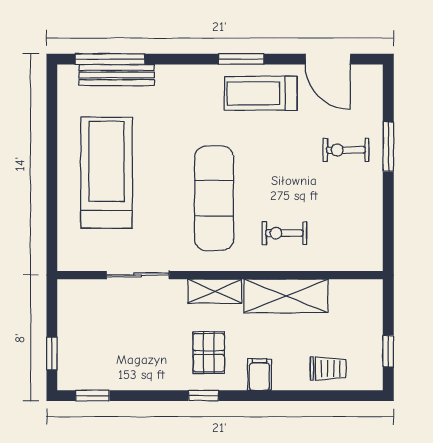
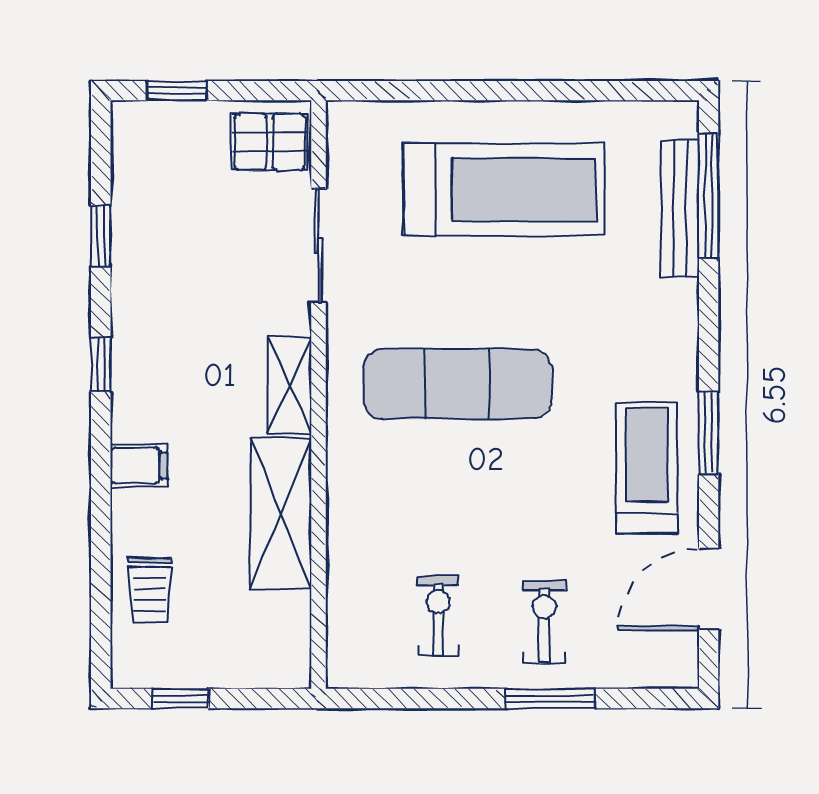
exercise bike: (284, 233) -> (438, 616), moved
pallet: (209, 353) -> (269, 142), moved
window: (93, 396) -> (101, 236), moved

